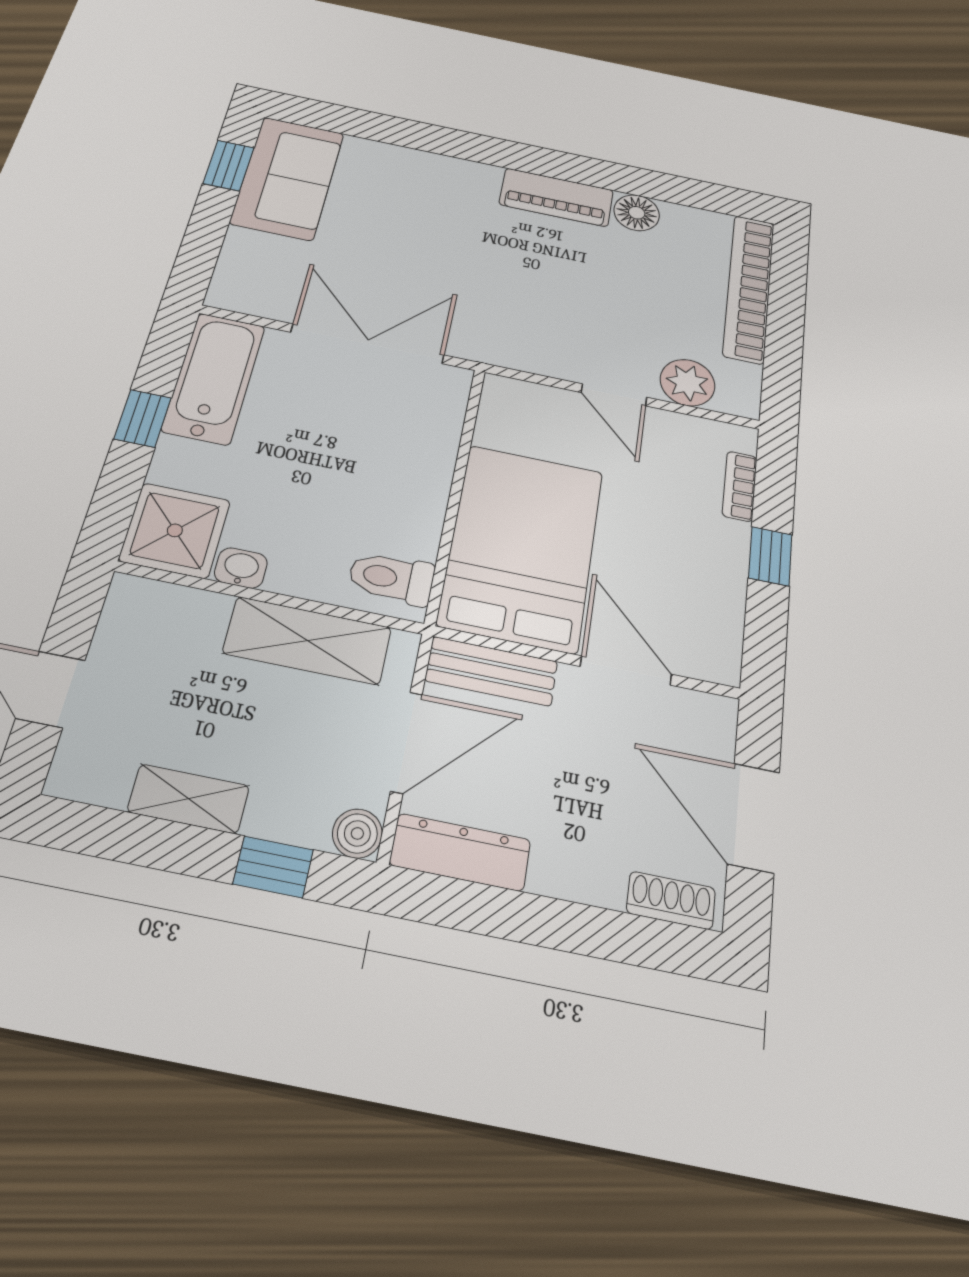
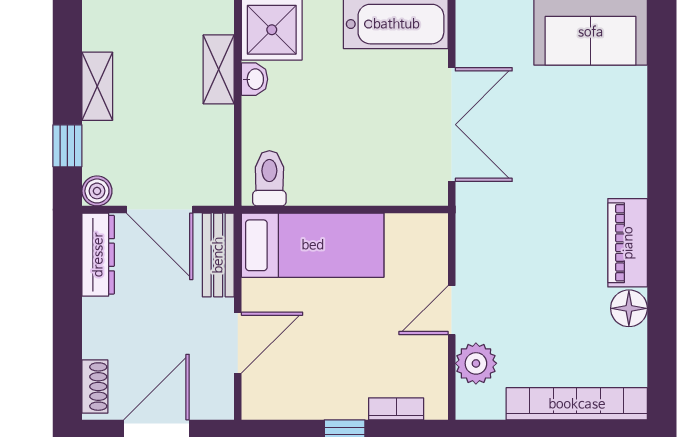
bed: (522, 547) -> (313, 245), width x0.67
shelving: (307, 640) -> (219, 69), moved, width x0.67, depth x0.75

